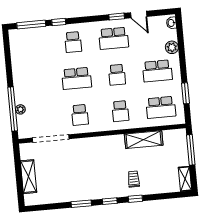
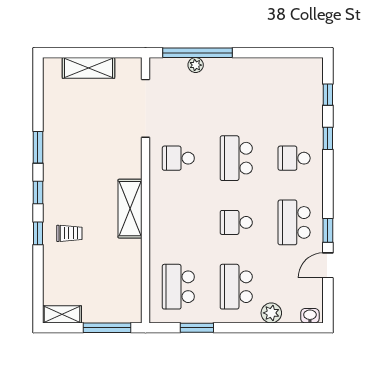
window: (31, 25) -> (328, 95), width x0.46
school desk: (120, 111) -> (178, 222), removed
shelving: (144, 140) -> (130, 209), moved

